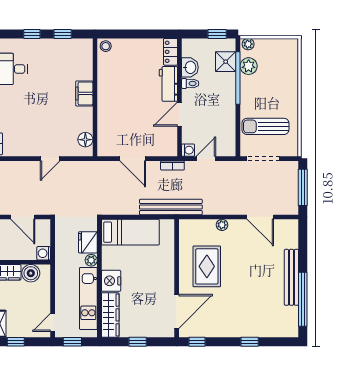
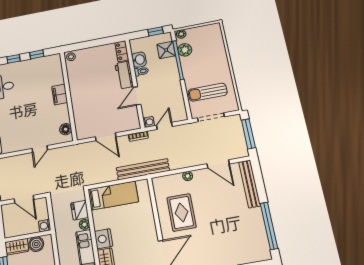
bench: (291, 277) -> (250, 184), moved

